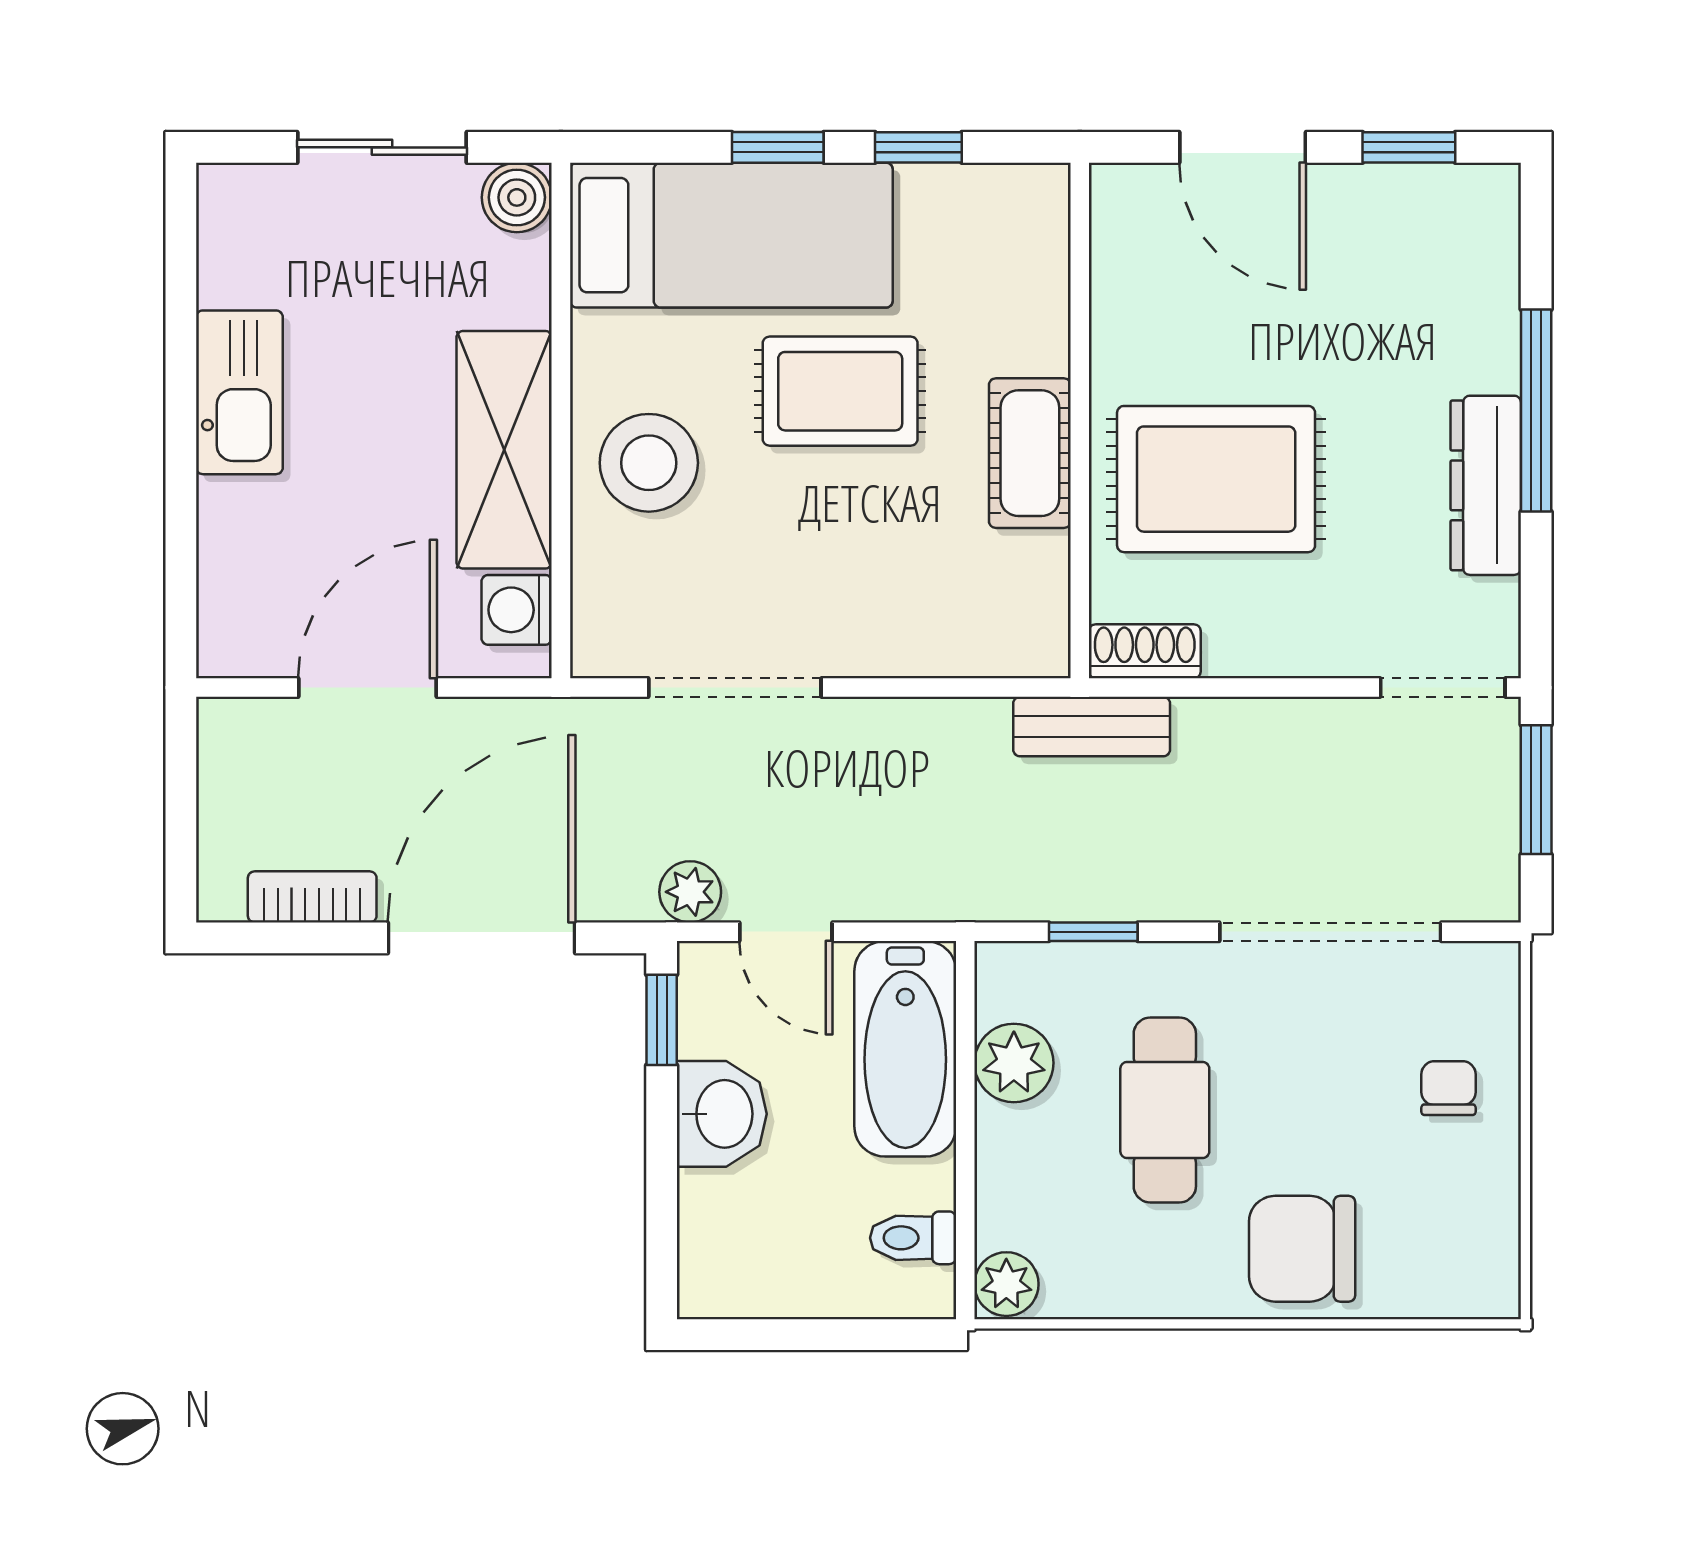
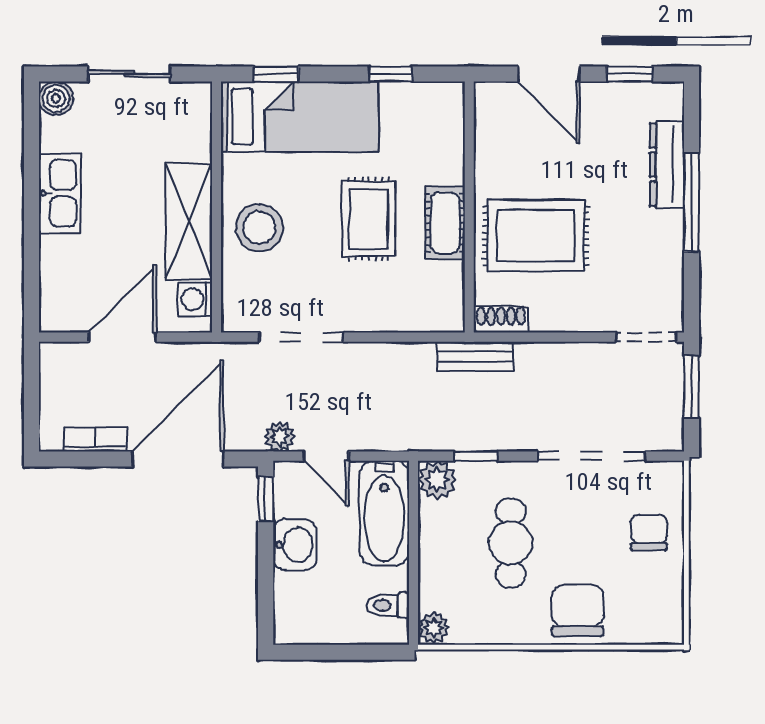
window: (778, 147) -> (276, 74), moved
boiler: (517, 197) -> (56, 98), moved
rug: (840, 391) -> (369, 219), moved, turned 90
dresser: (1486, 485) -> (667, 165), moved
plant: (1014, 1063) -> (437, 480), moved
chair: (1448, 1088) -> (649, 532), width x1.37, depth x1.37
chair: (1302, 1249) -> (578, 610), turned 90

